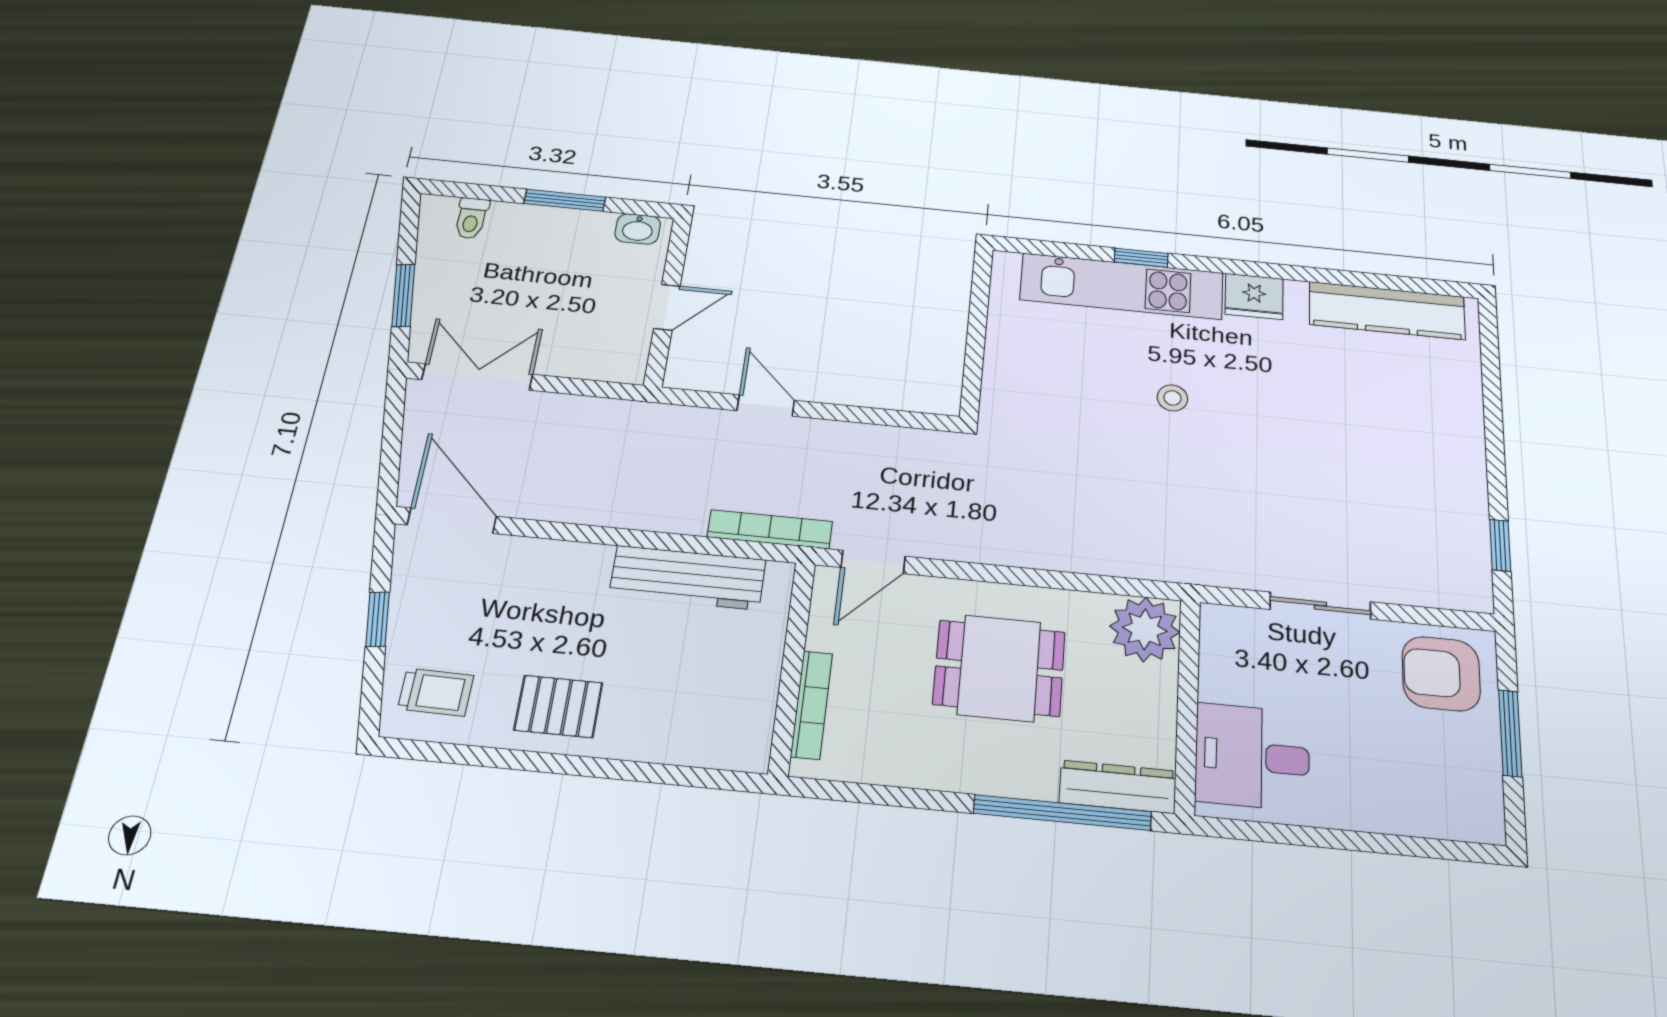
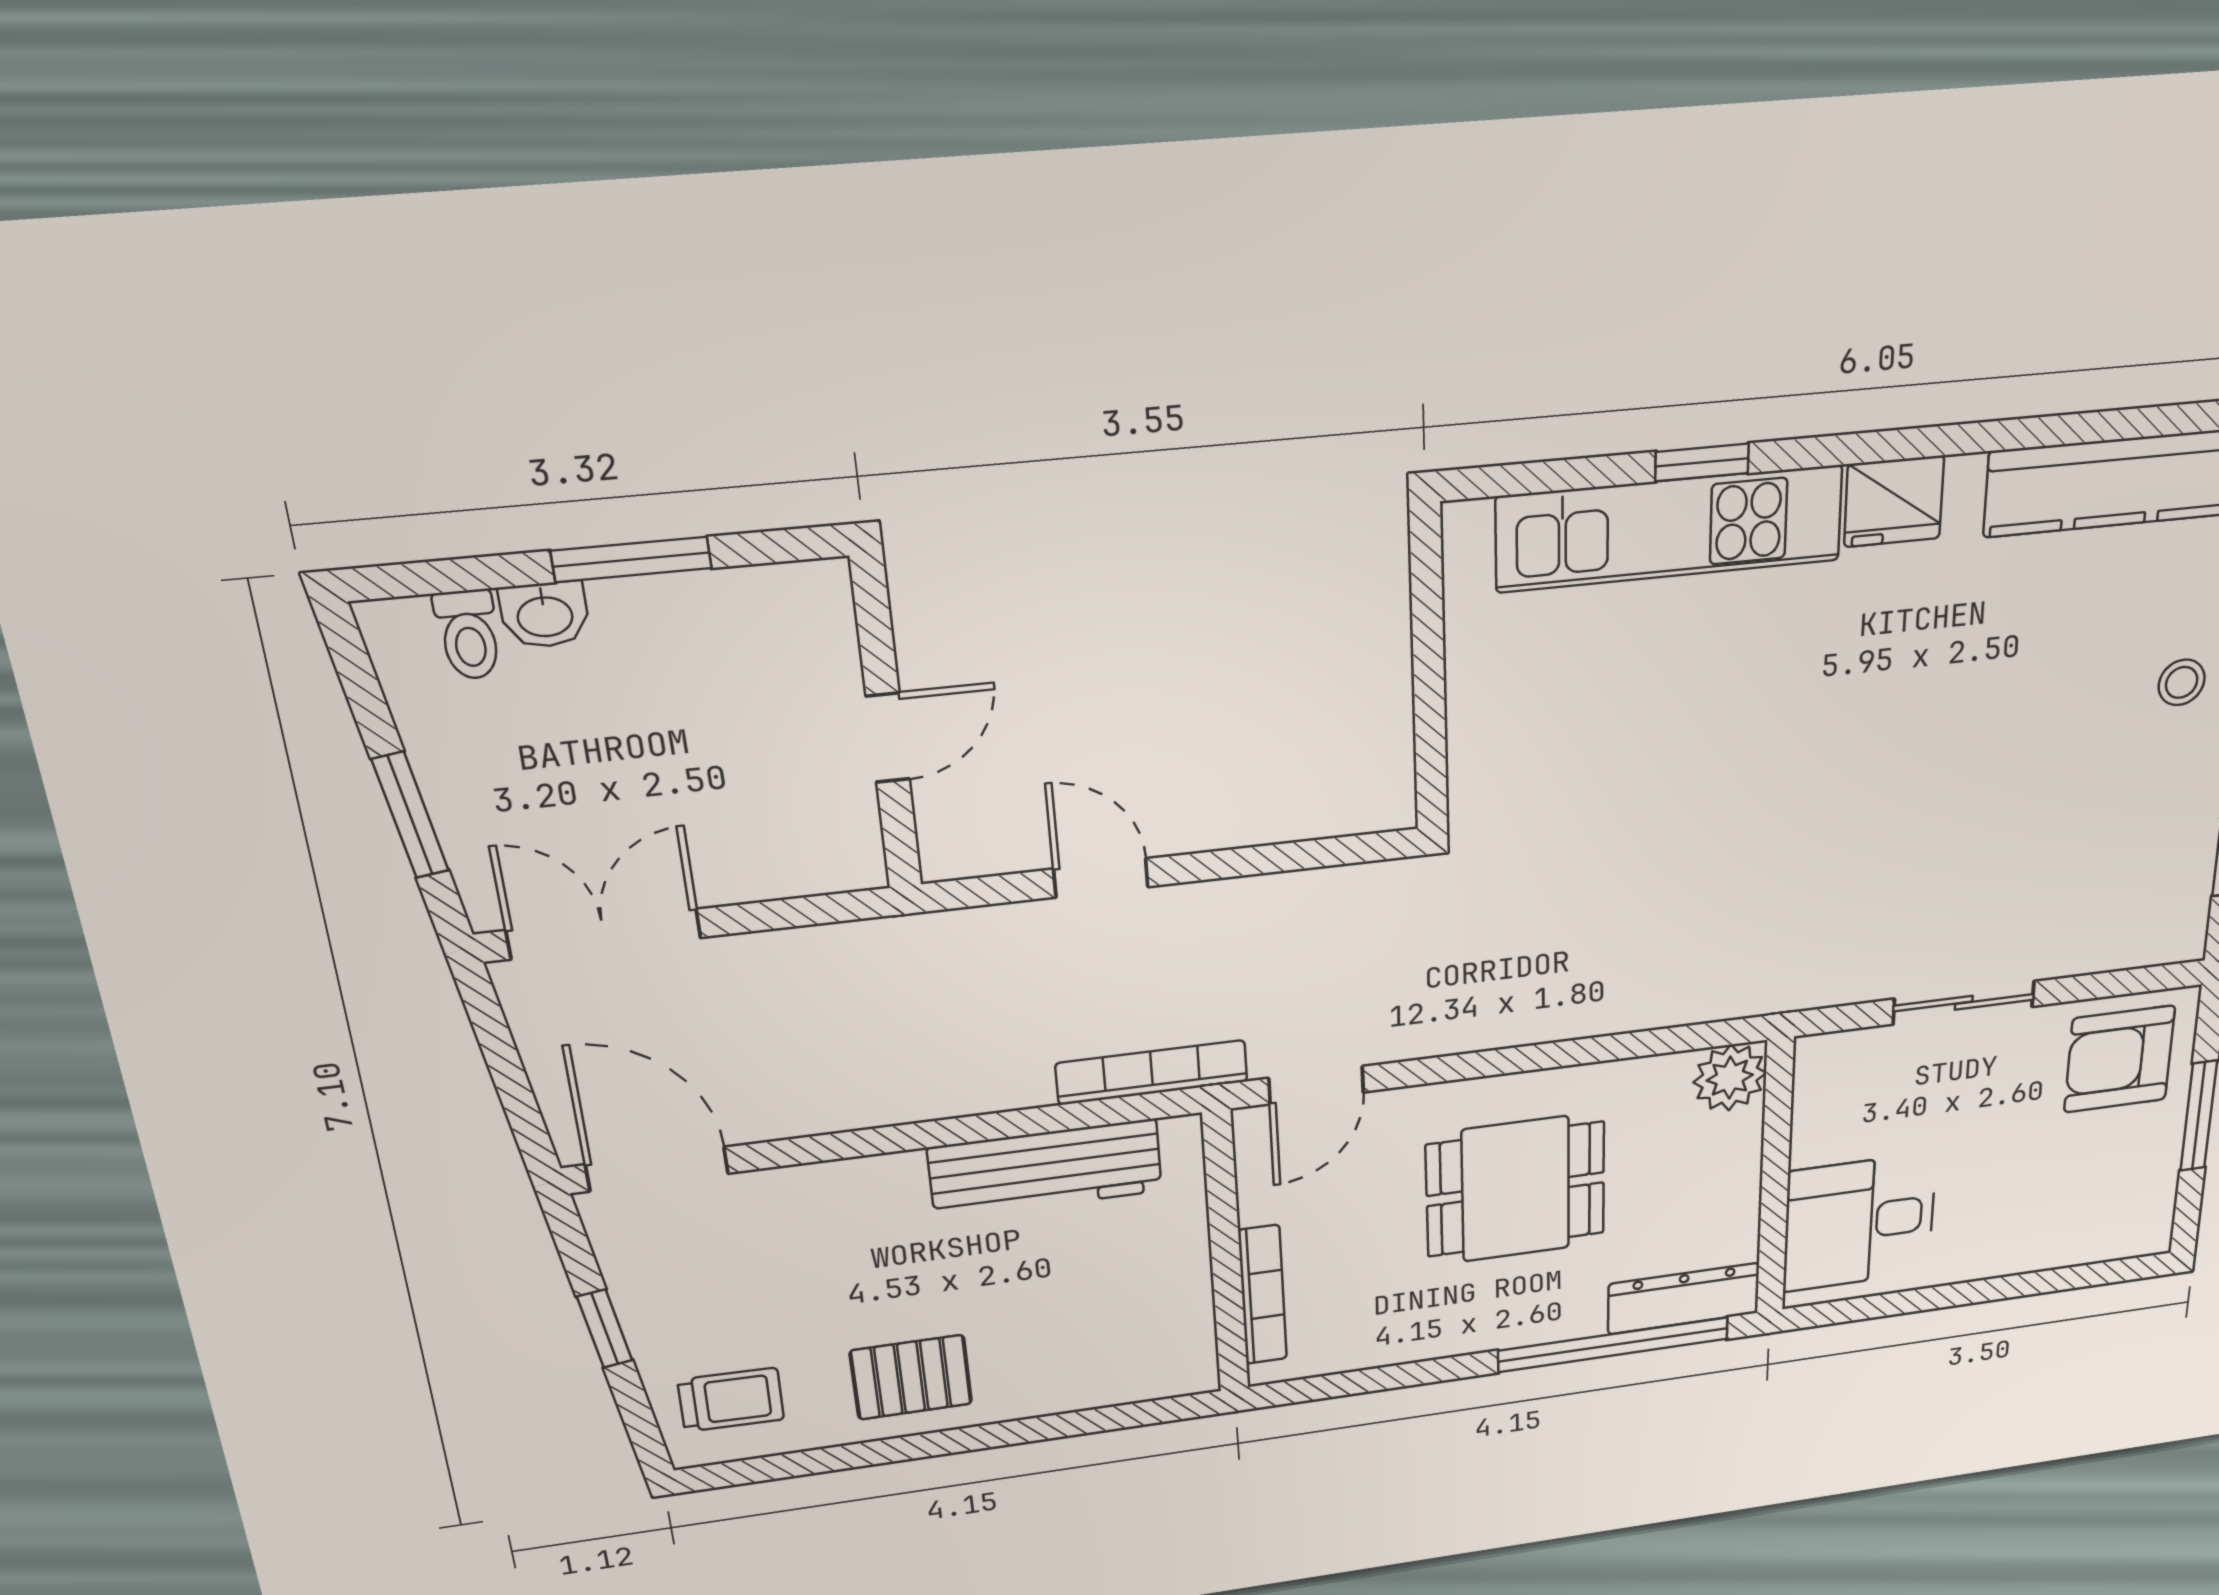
washbasin: (638, 229) -> (545, 615), moved
stool: (1172, 398) -> (2182, 682), moved
plant: (1145, 629) -> (1730, 1078), width x0.73, depth x0.73

